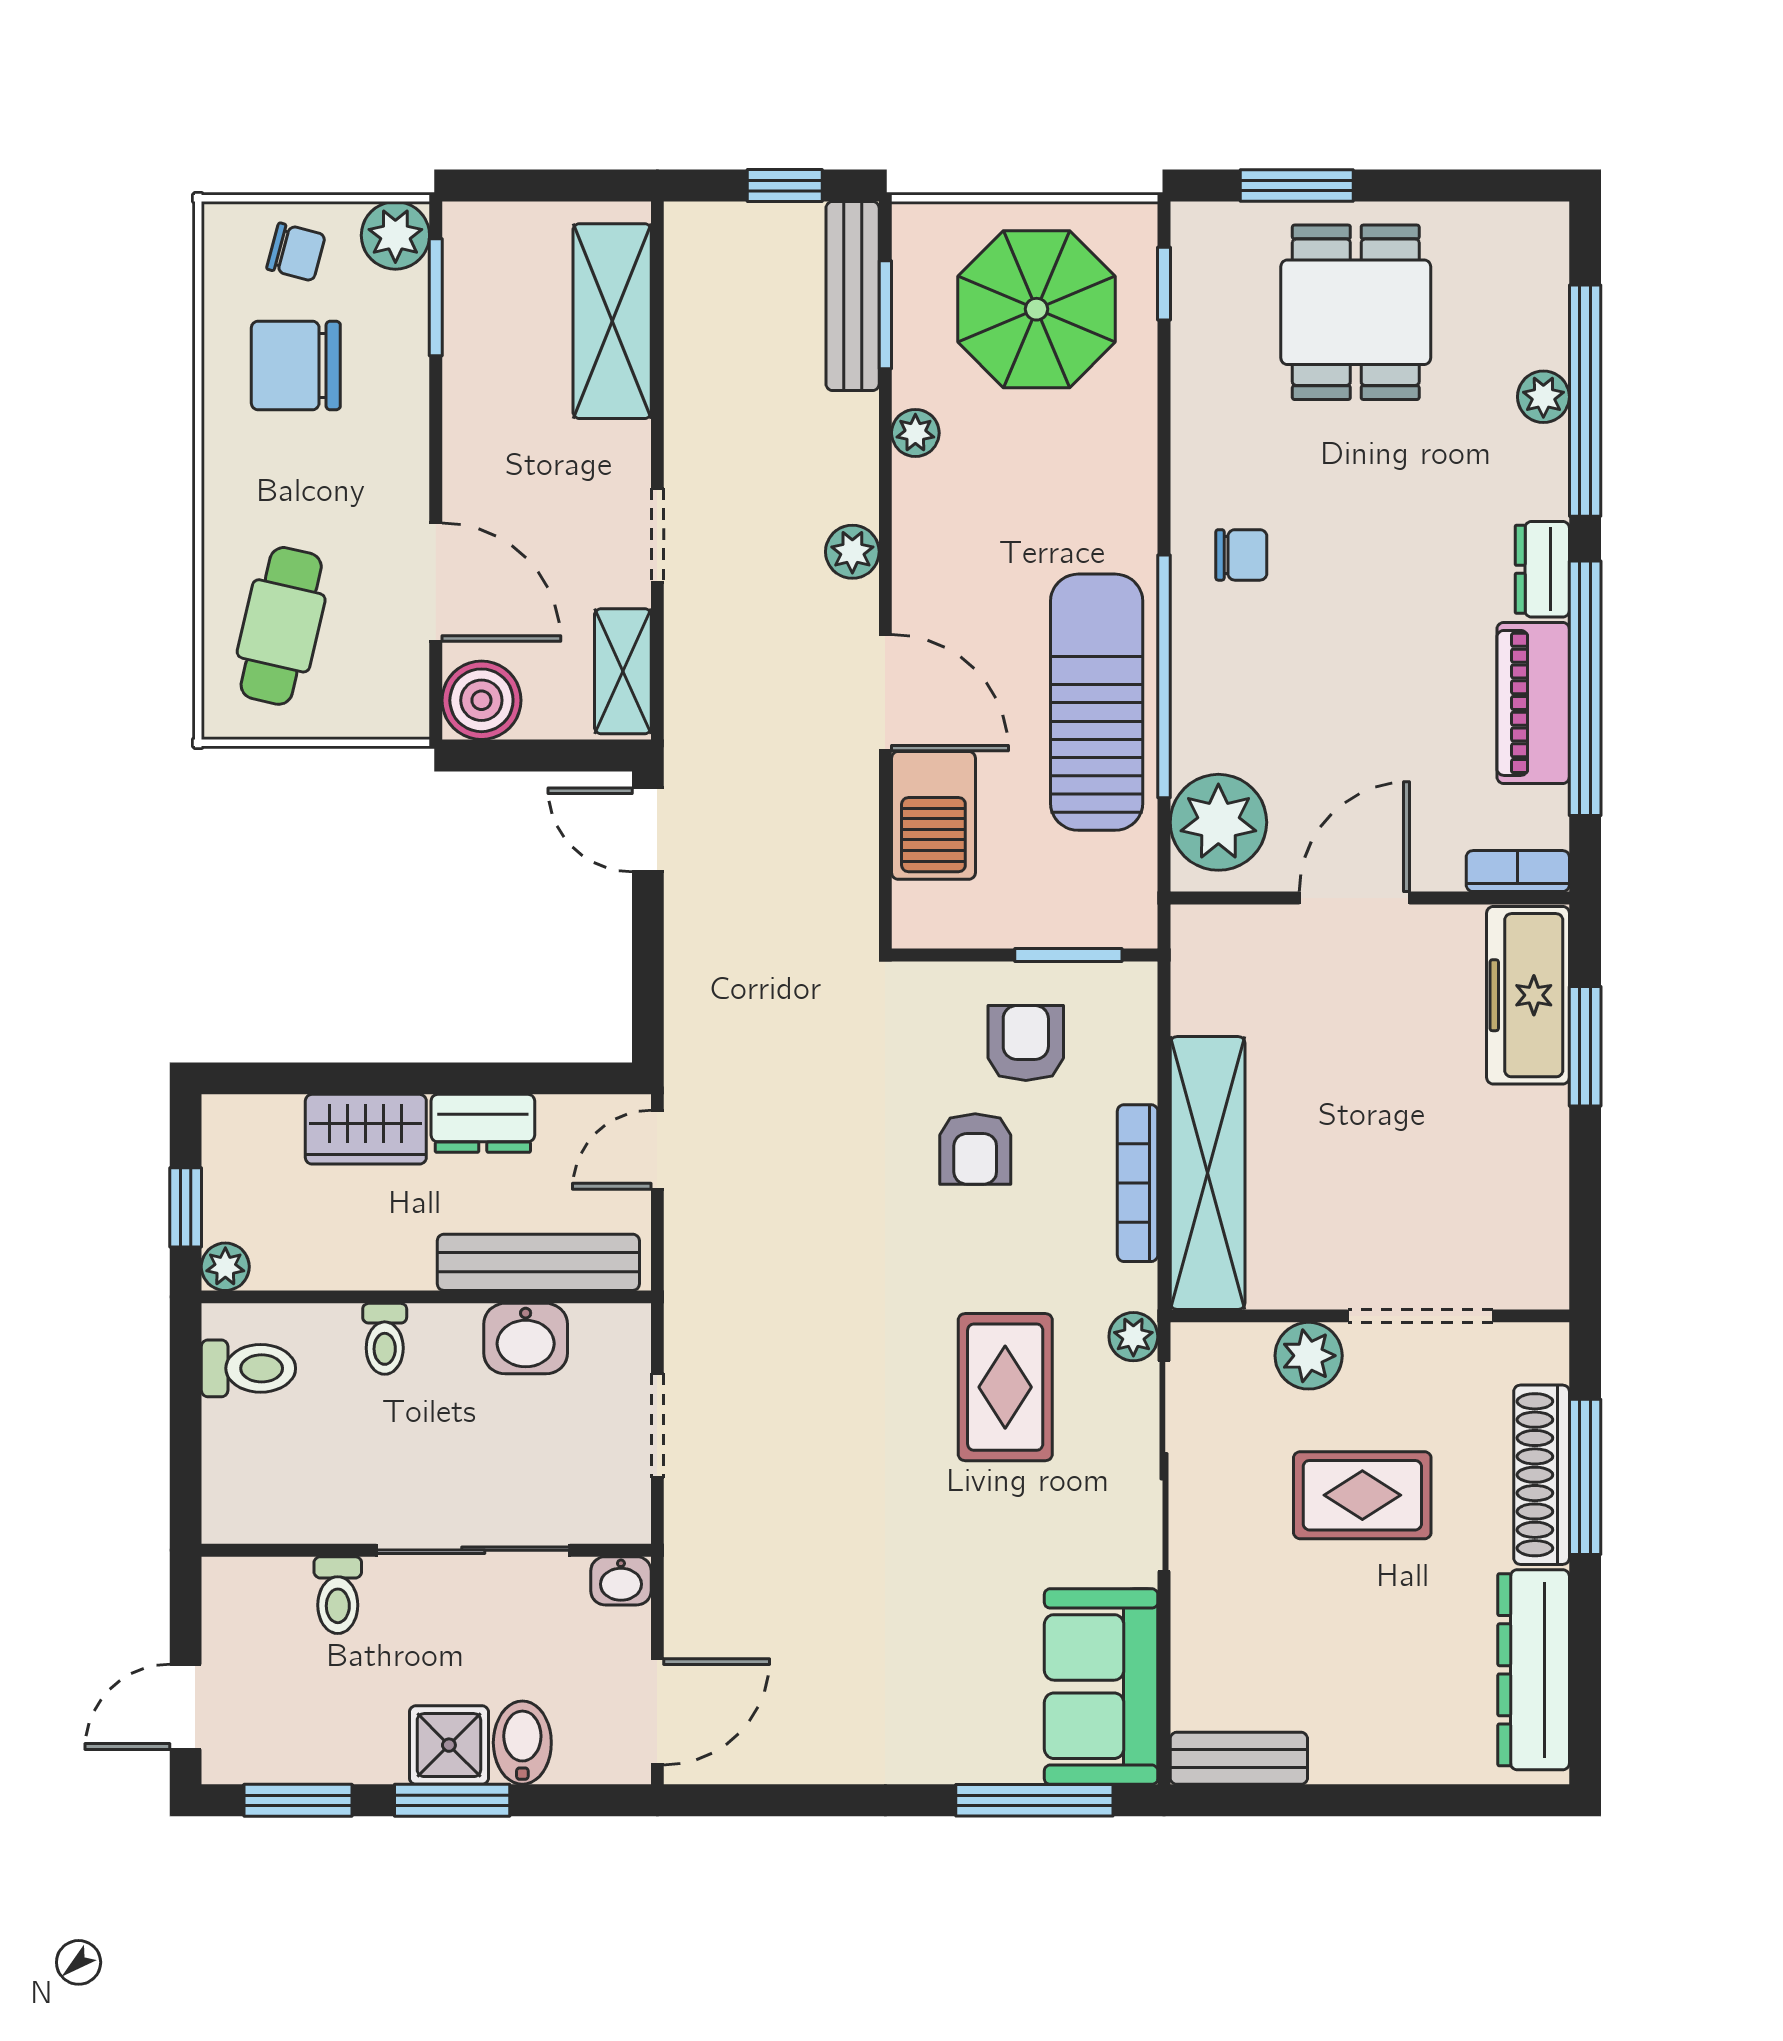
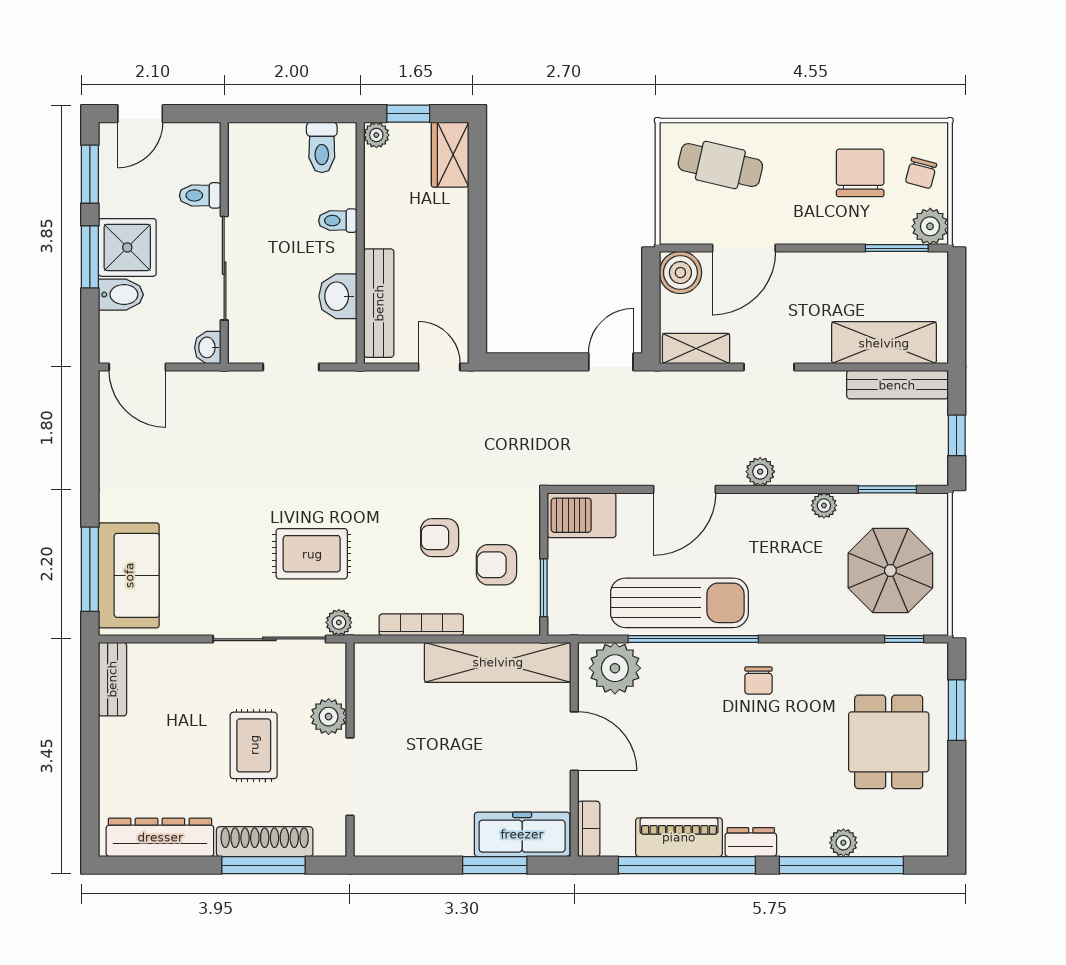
bench: (853, 296) -> (897, 385), moved
dining table: (1356, 312) -> (889, 742), turned 90
barbecue: (933, 815) -> (581, 515), moved
armchair: (1026, 1043) -> (496, 565), turned 180
dresser: (483, 1123) -> (453, 273), removed
wardrobe: (366, 1129) -> (450, 155), moved
shelving: (1208, 1173) -> (498, 662), moved
sofa: (1101, 1687) -> (129, 575), moved, turned 90
door: (186, 1707) -> (140, 114), swing flipped
shower: (449, 1745) -> (127, 247), width x1.36, depth x1.36

